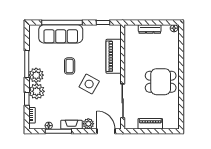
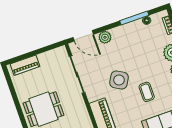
piano: (150, 124) -> (25, 65), moved
fireplace: (71, 125) -> (123, 30), removed

